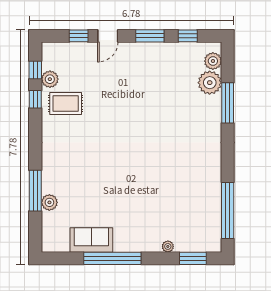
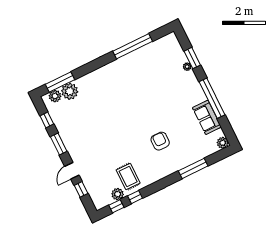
door: (108, 36) -> (72, 171), swing flipped
window: (228, 103) -> (60, 82), moved
armchair: (90, 166) -> (160, 141), added
plant: (49, 202) -> (223, 143), moved
window: (228, 210) -> (133, 46), moved
window: (193, 258) -> (192, 58), moved

